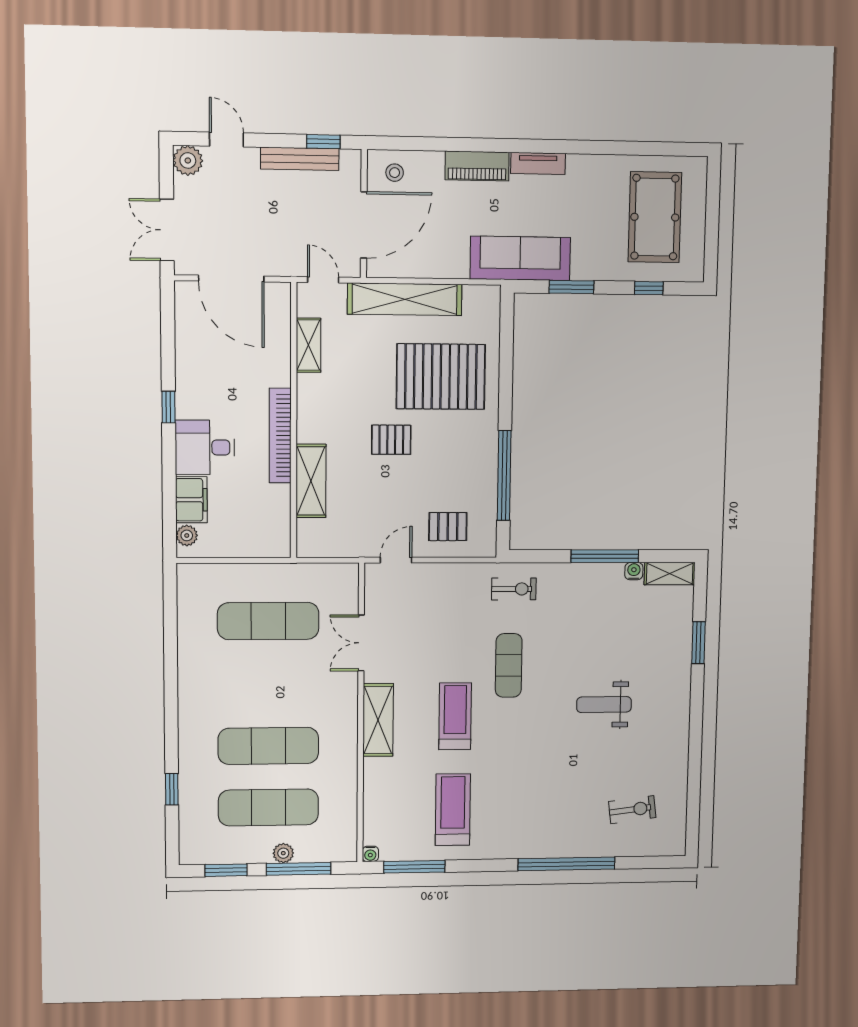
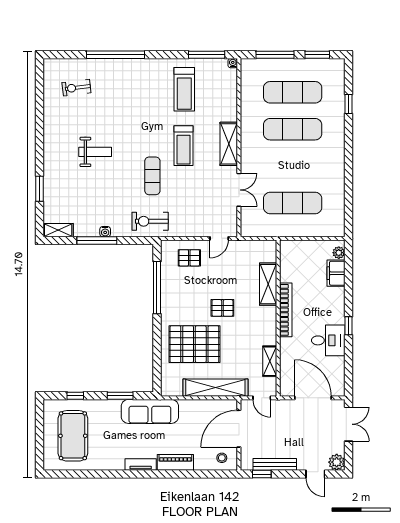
desk: (205, 447) -> (328, 340), moved
water cooler: (634, 571) -> (105, 232), moved
exercise bike: (514, 589) -> (150, 221), width x1.38, depth x1.39
plant: (283, 853) -> (284, 65), removed

